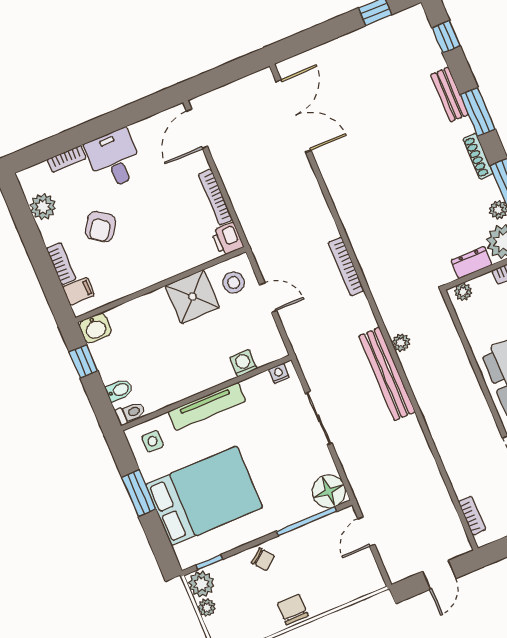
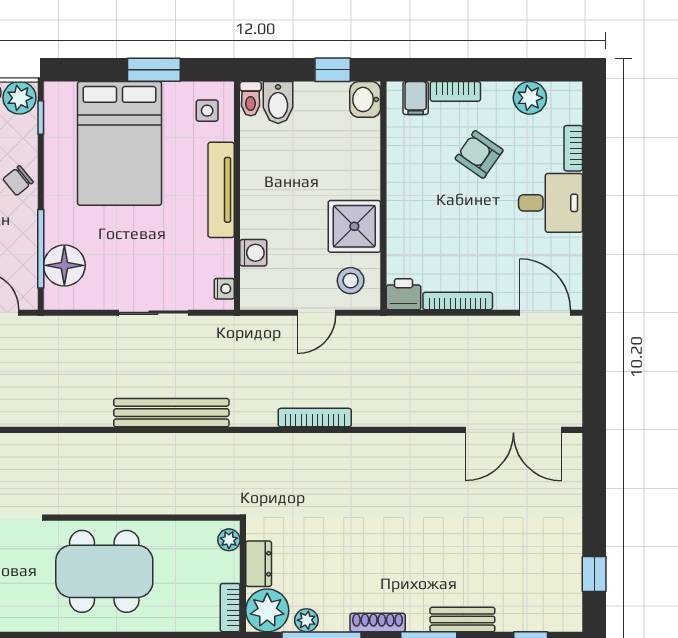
plant: (401, 343) -> (201, 444), removed
bidet: (119, 390) -> (278, 103), width x1.38, depth x1.36
floor lamp: (329, 491) -> (64, 265), moved

